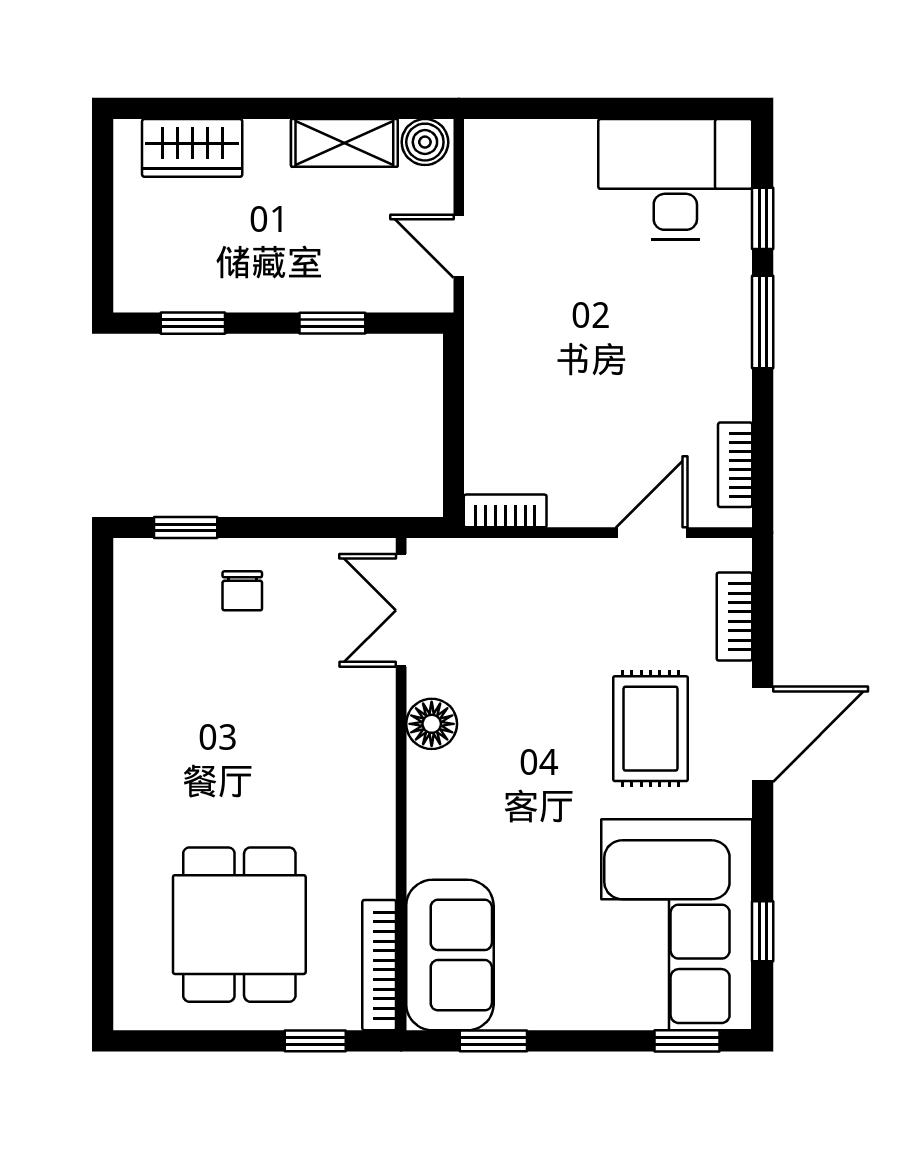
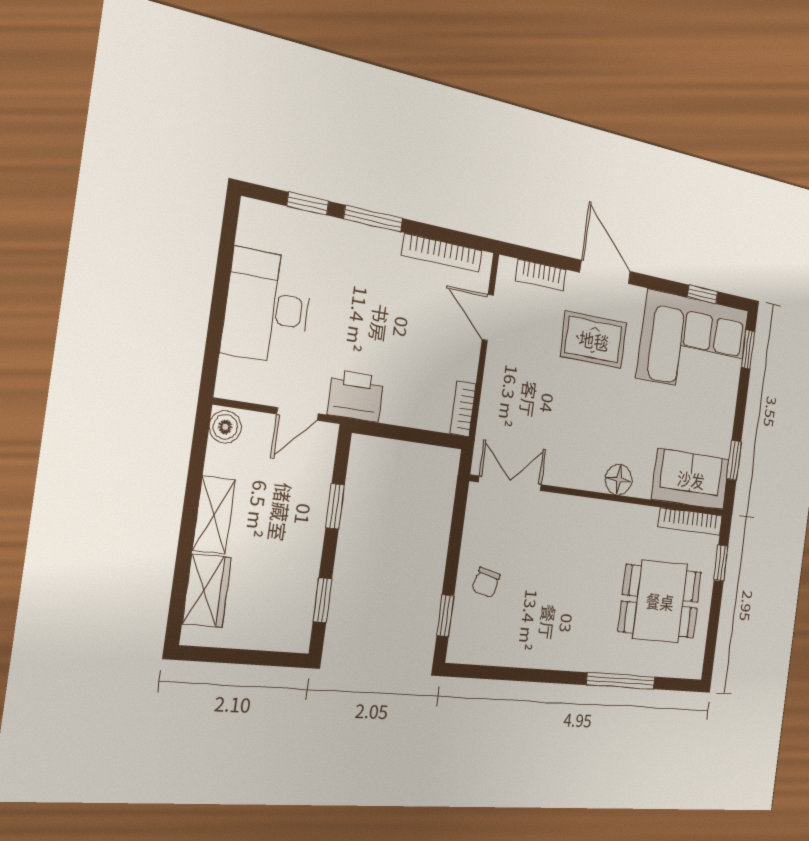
shelving: (344, 143) -> (214, 515), moved
desk: (675, 179) -> (267, 307), moved
printer: (498, 332) -> (356, 396), added
bookcase: (735, 465) -> (442, 253), width x1.56
chair: (242, 591) -> (486, 583), turned 104
double door: (401, 610) -> (510, 483), swing flipped
floor lamp: (432, 724) -> (619, 480), moved
window: (103, 866) -> (621, 681), added

